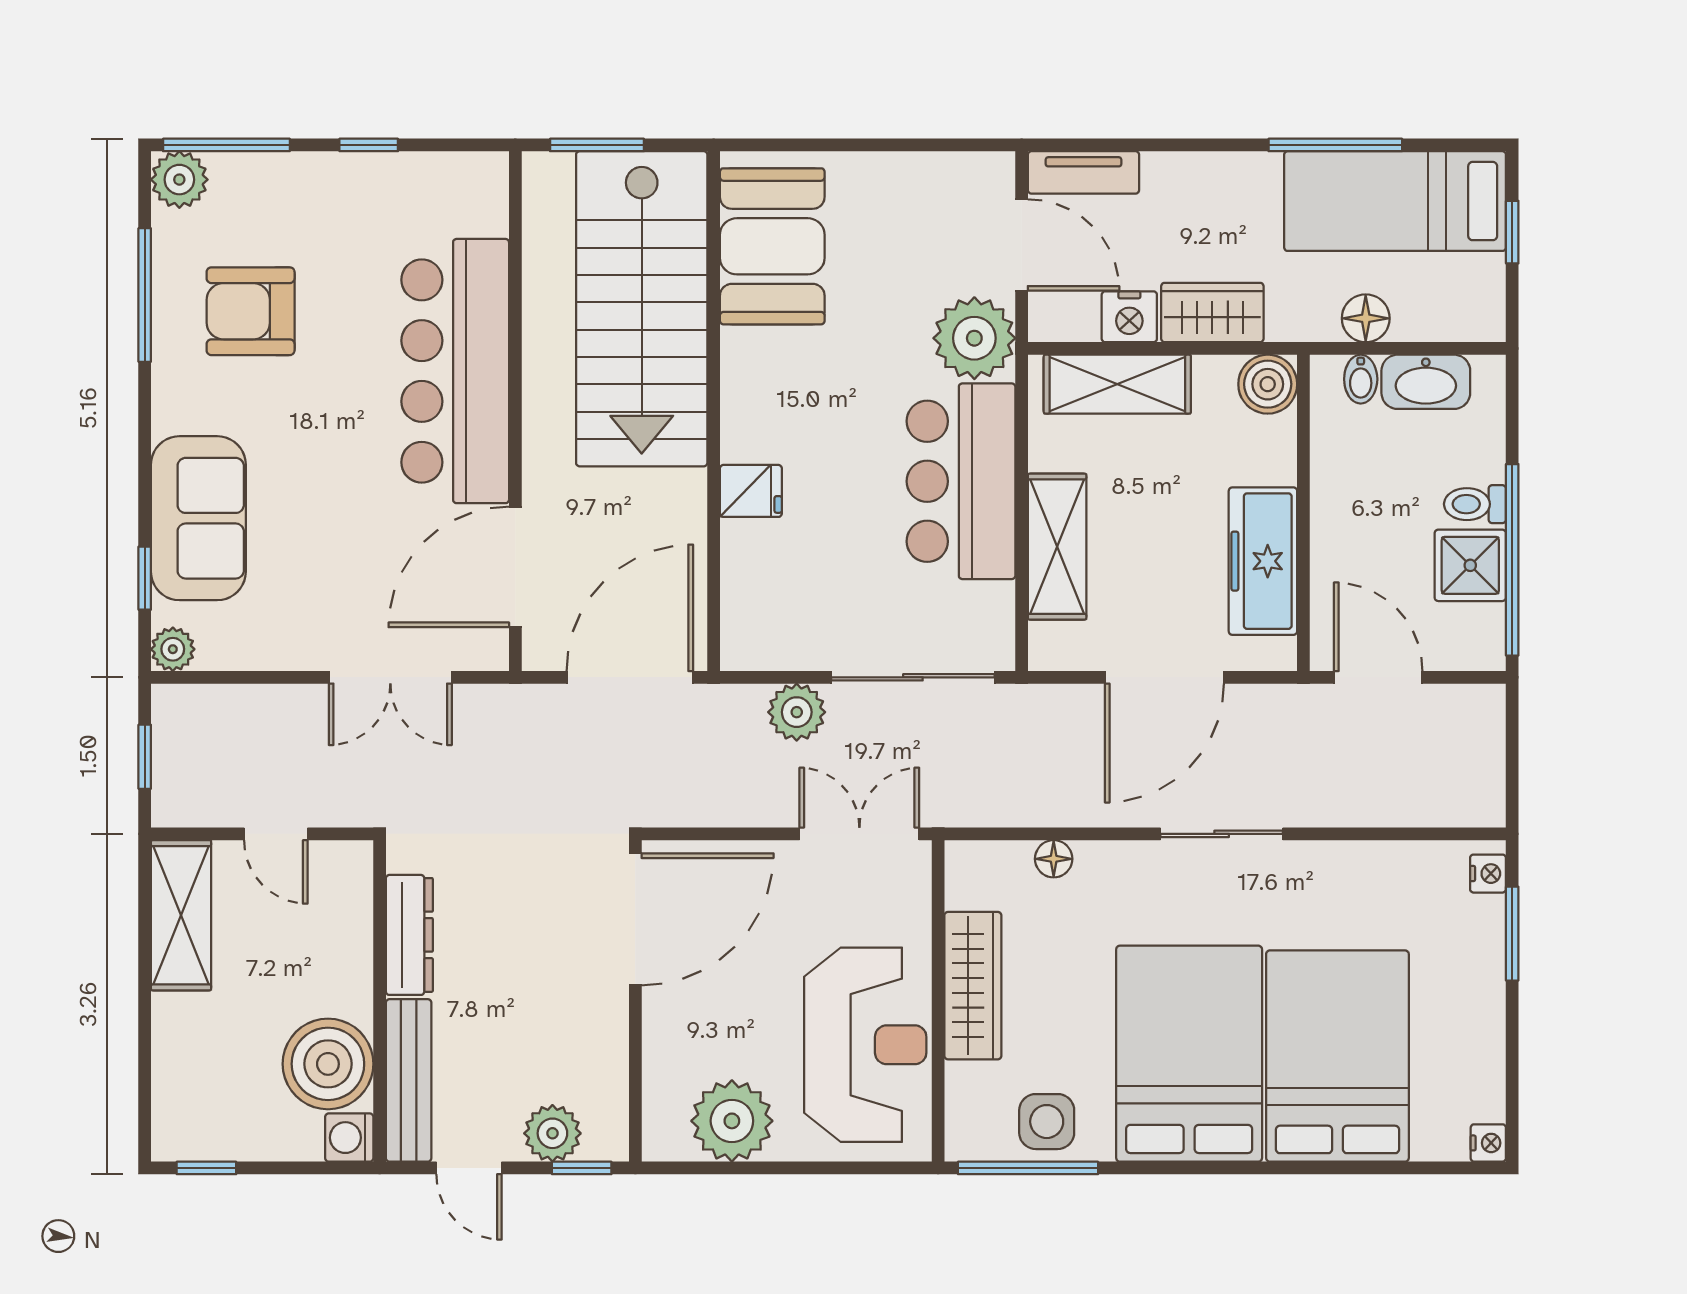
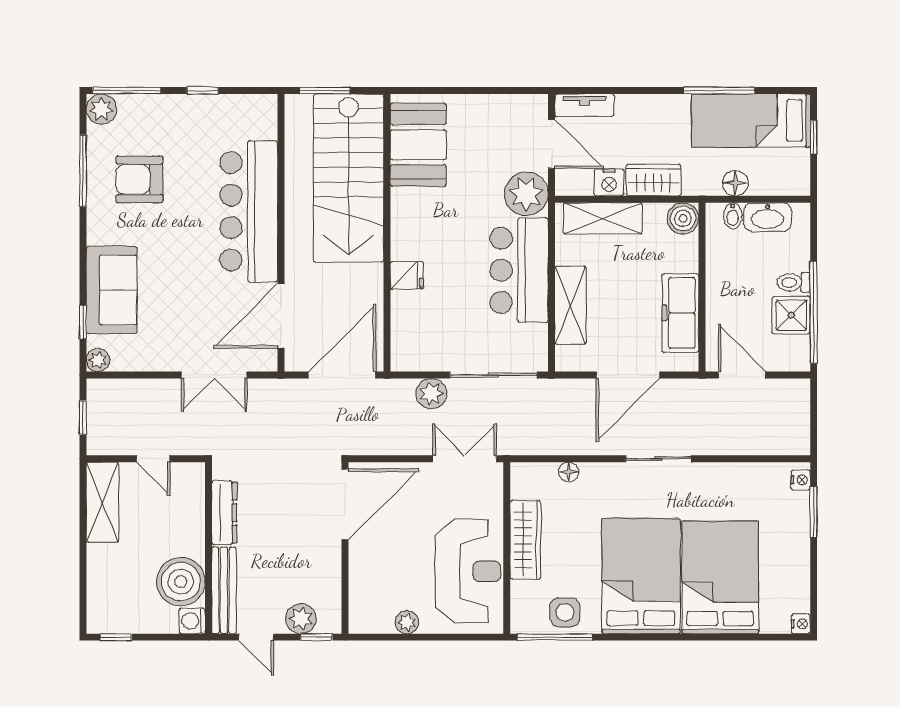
plant: (732, 1121) -> (407, 622), width x0.53, depth x0.53

